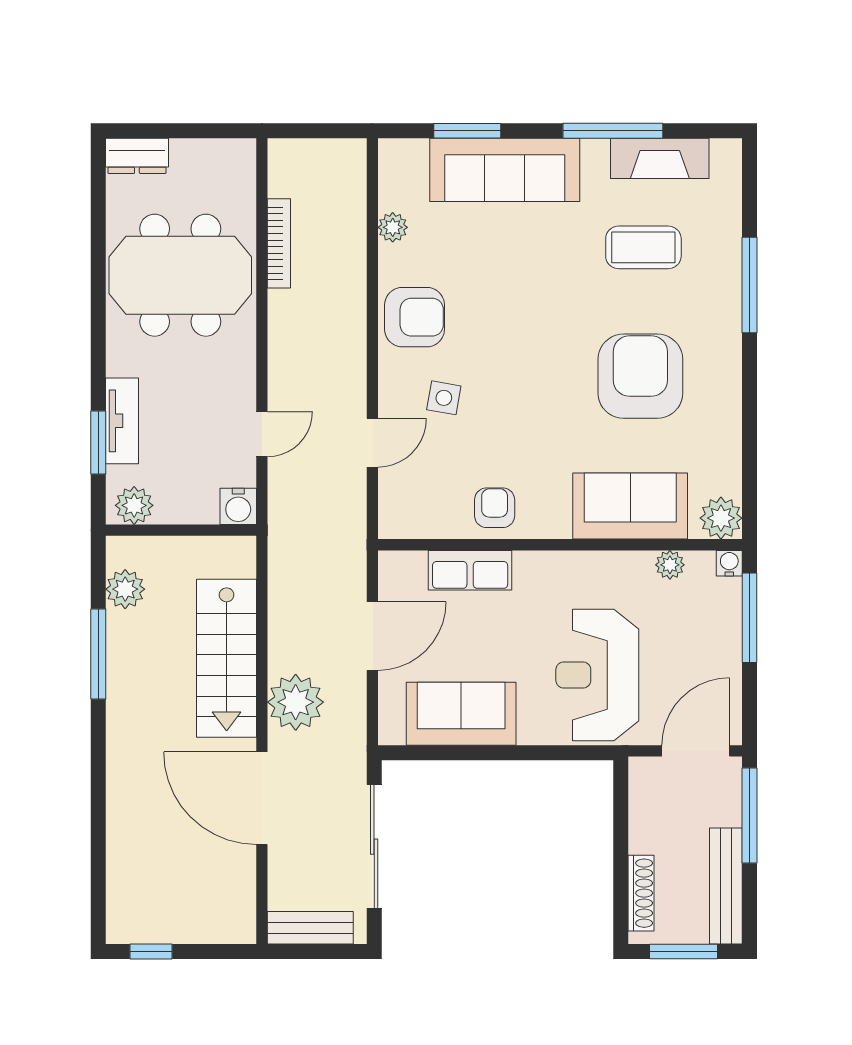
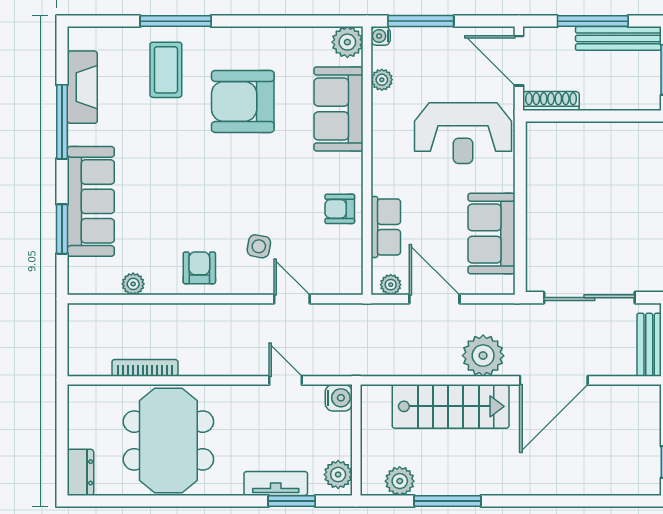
coffee table: (643, 247) -> (166, 70), moved
armchair: (415, 317) -> (199, 268), width x0.72, depth x0.72
plant: (392, 577) -> (391, 285), added
window: (750, 816) -> (593, 21), moved
shoe rack: (641, 893) -> (551, 101), moved

